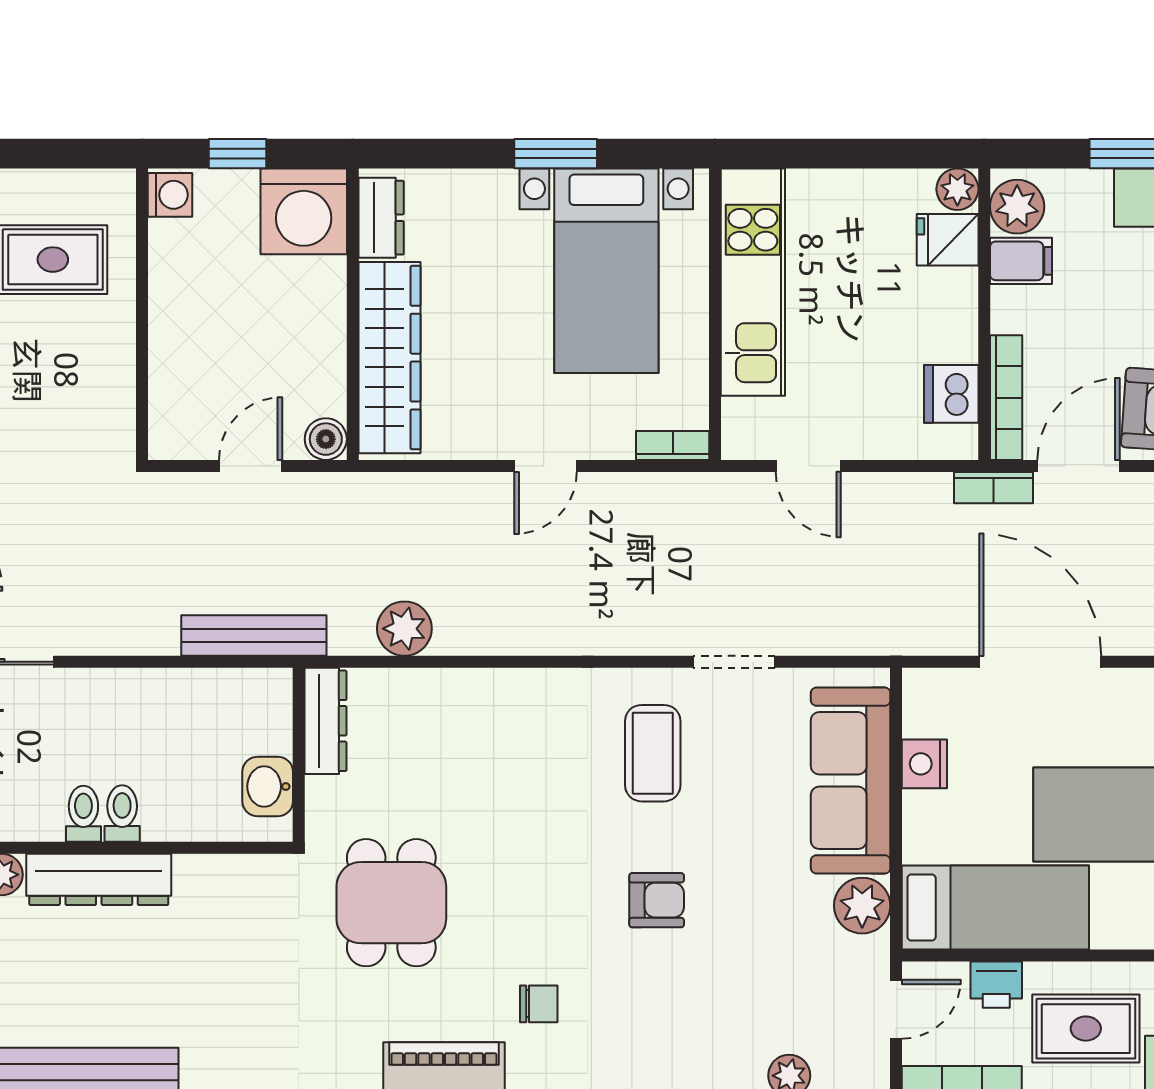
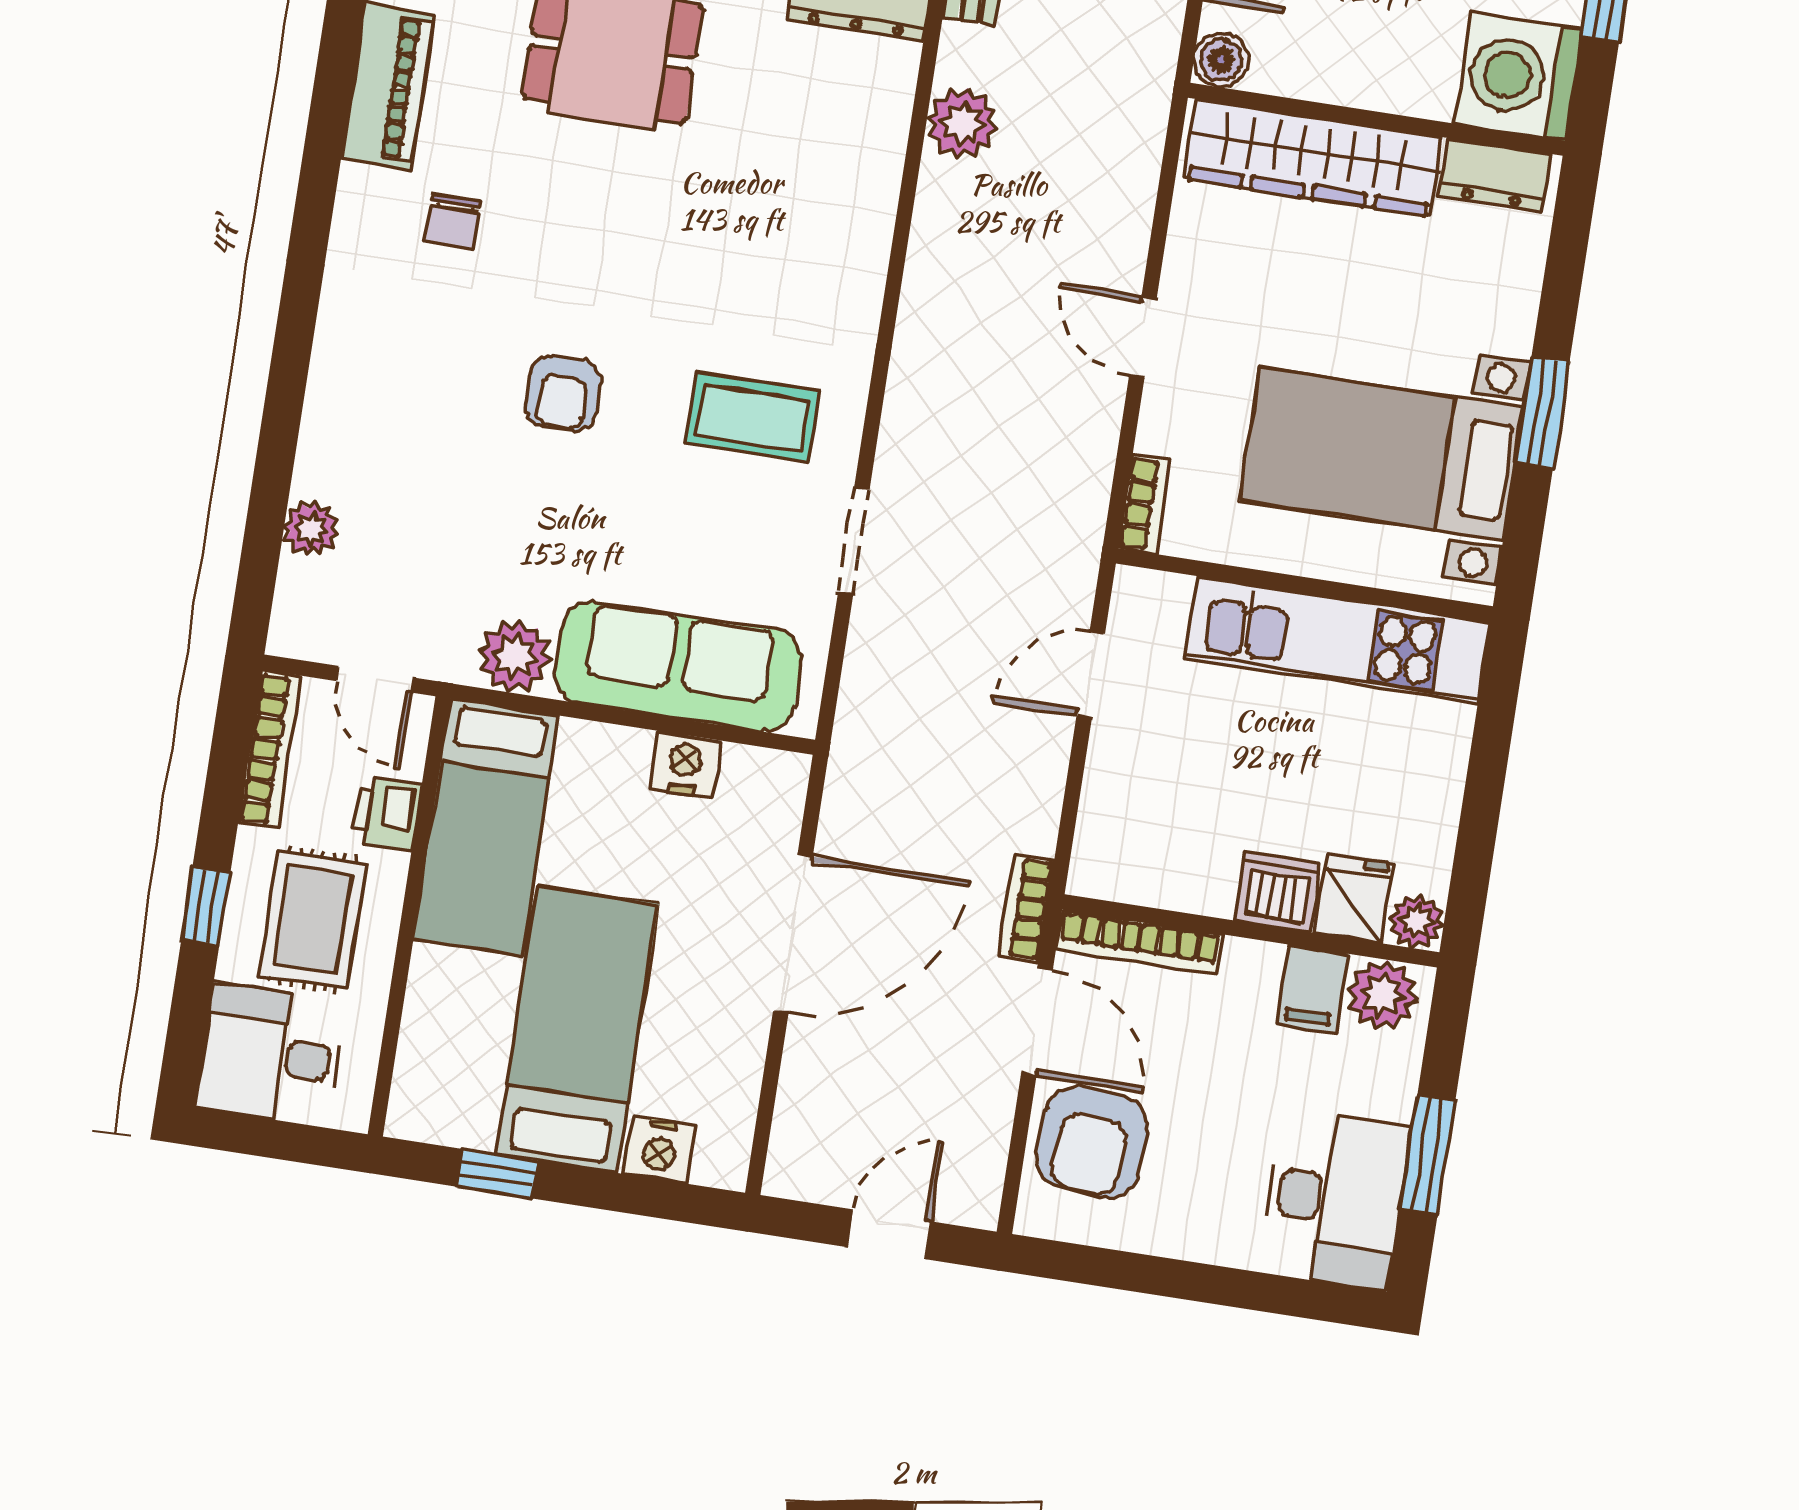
dishwasher: (951, 394) -> (1278, 892), moved

